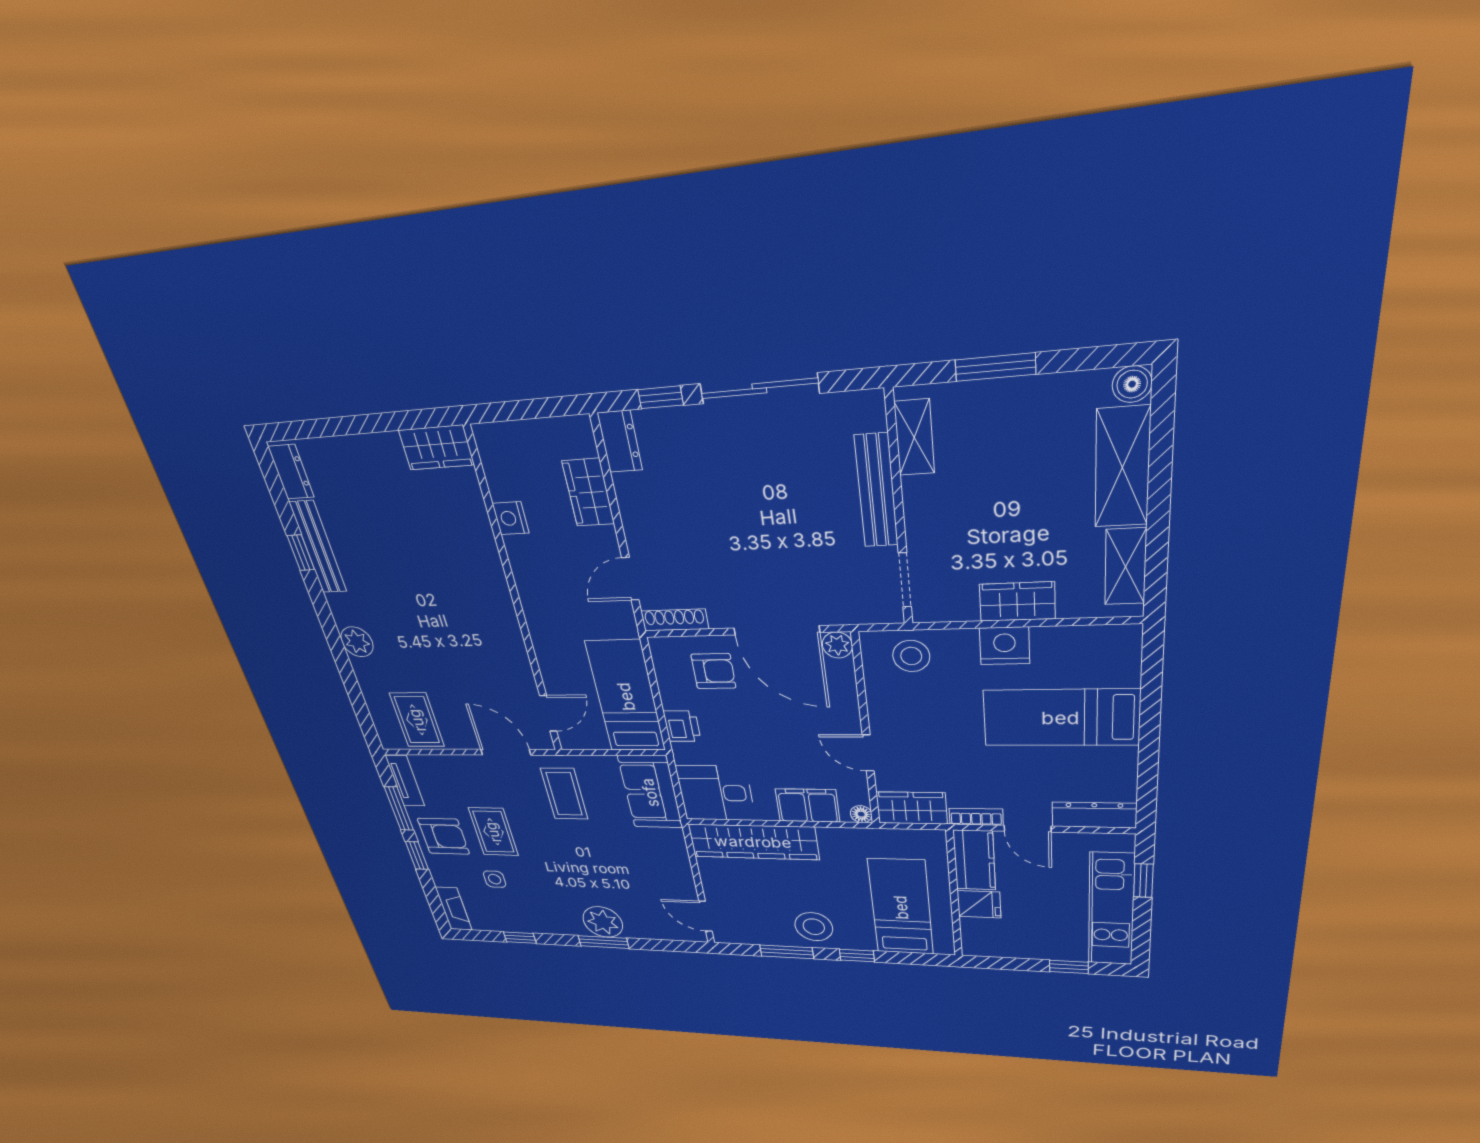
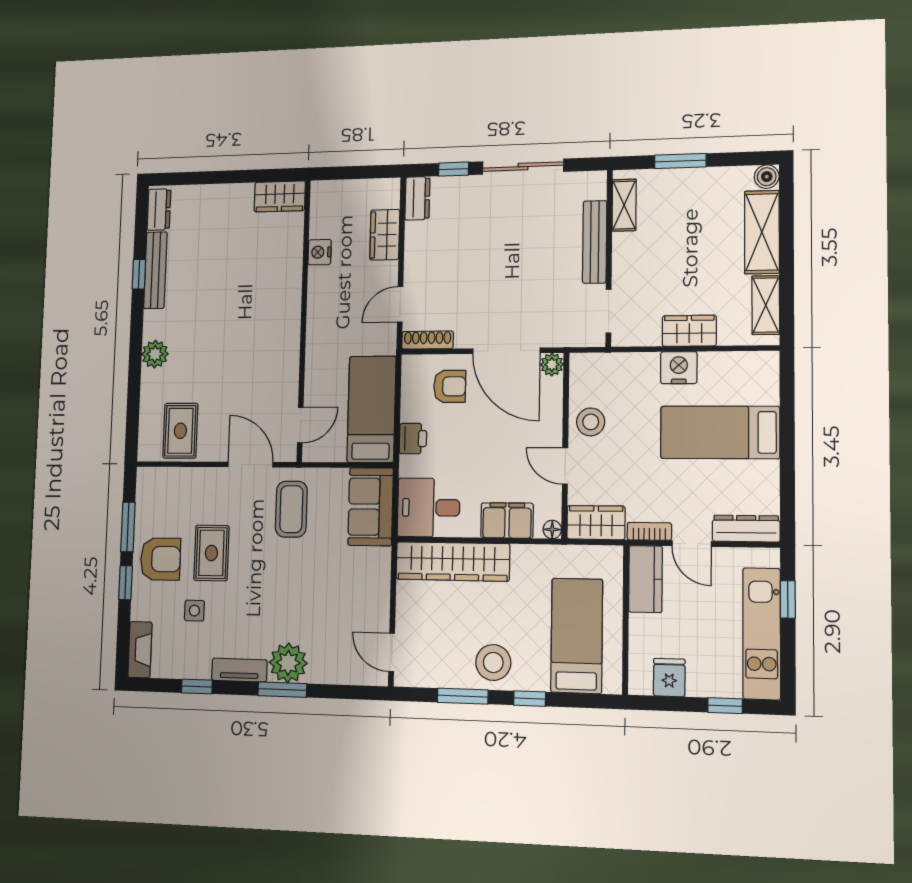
stool: (911, 656) -> (591, 422), moved
tv unit: (405, 781) -> (239, 670), moved, turned -90
fridge: (979, 904) -> (669, 677), moved, turned -90

